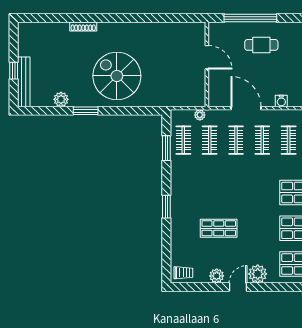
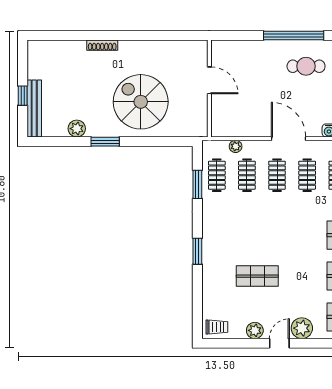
door: (207, 57) -> (209, 80), moved
wall: (207, 64) -> (209, 89), moved

